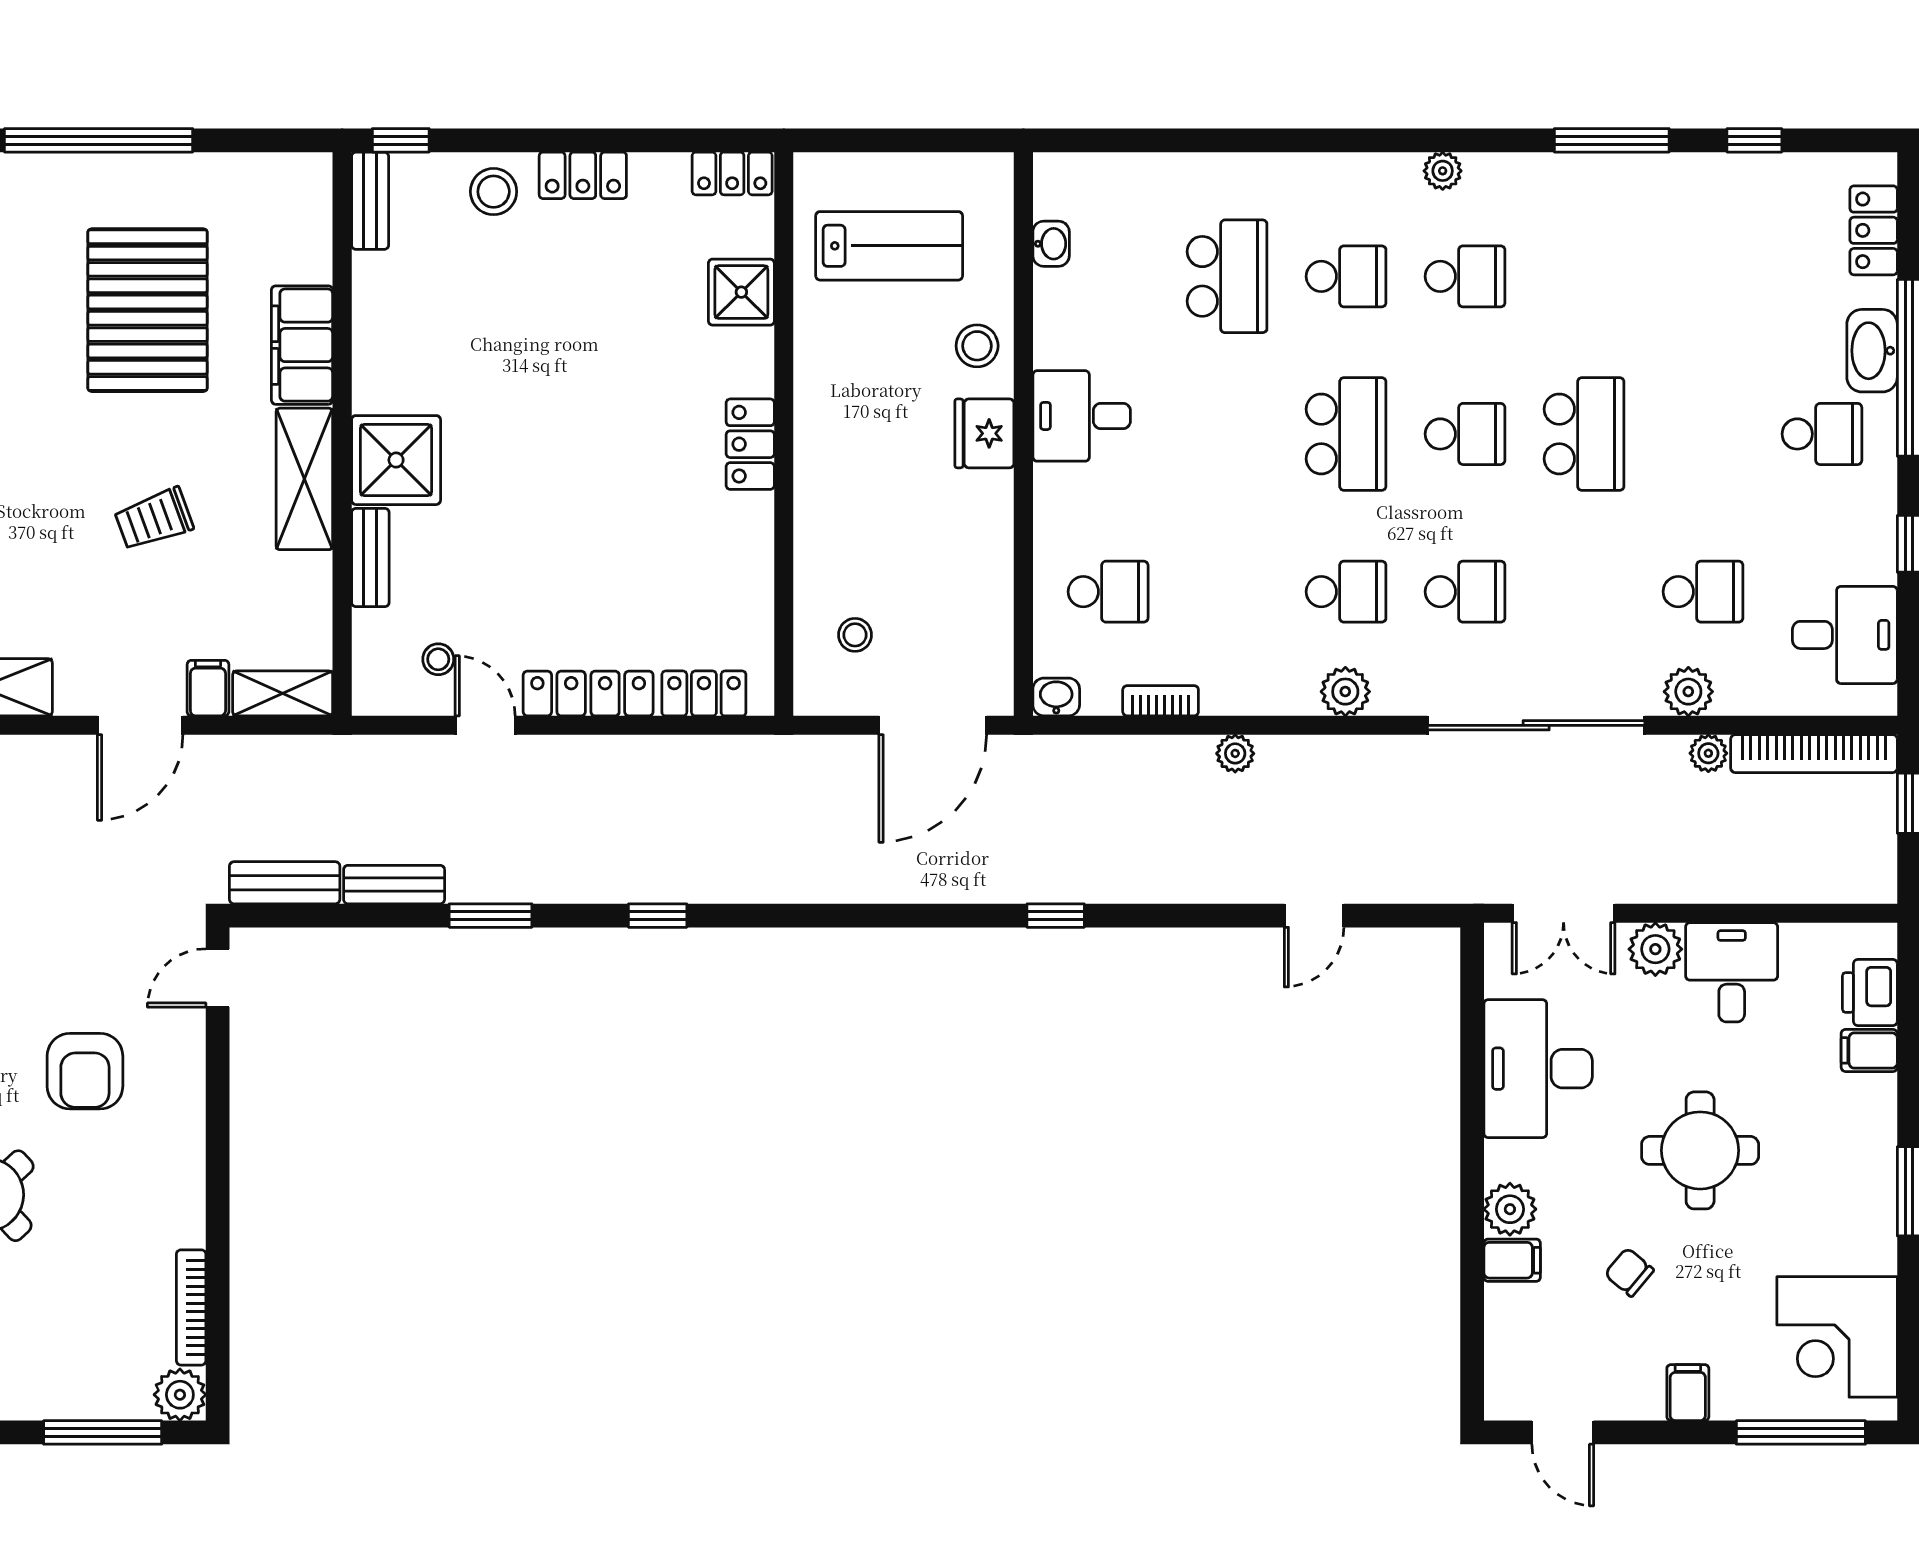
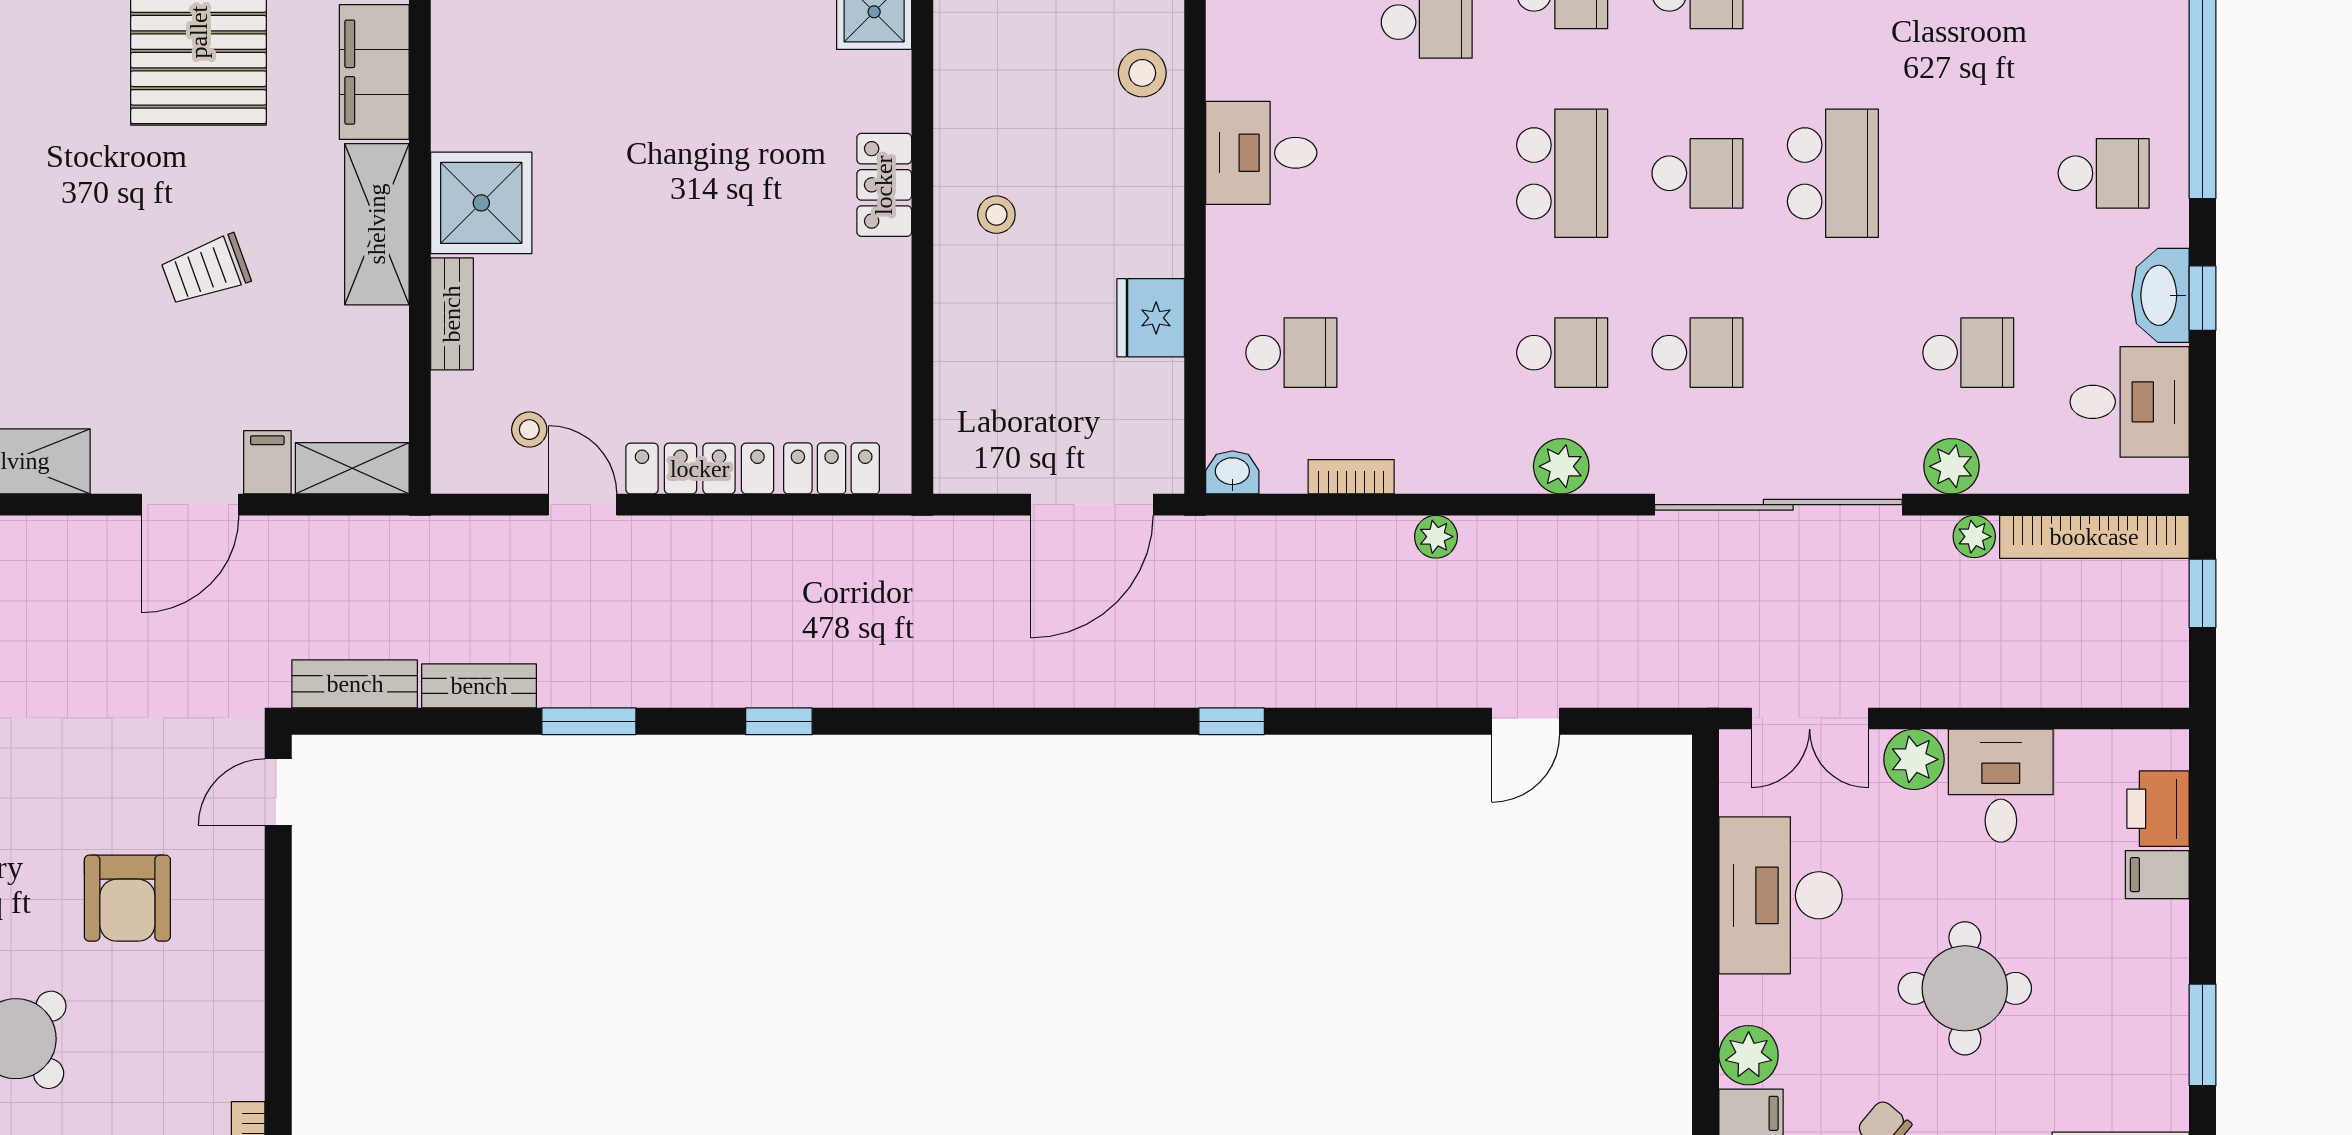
washbasin: (1872, 351) -> (2161, 295), moved
fridge: (984, 433) -> (1151, 318), moved
stool: (855, 635) -> (996, 215), moved

